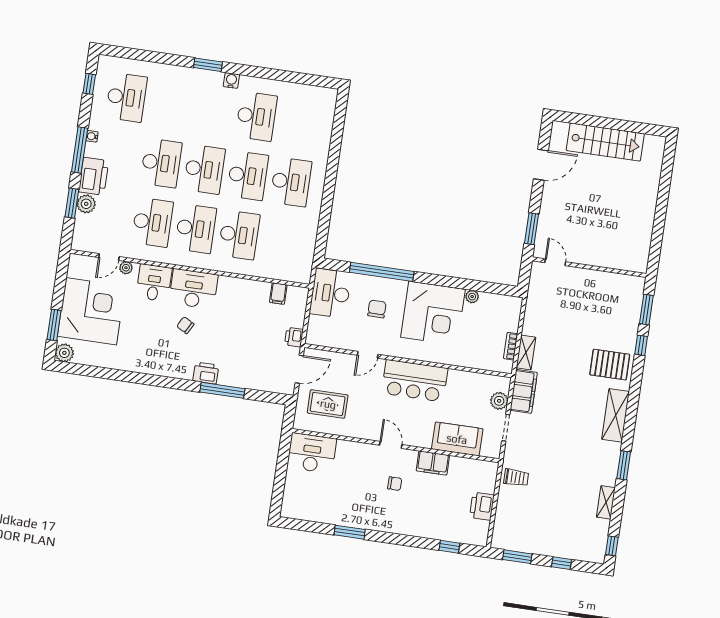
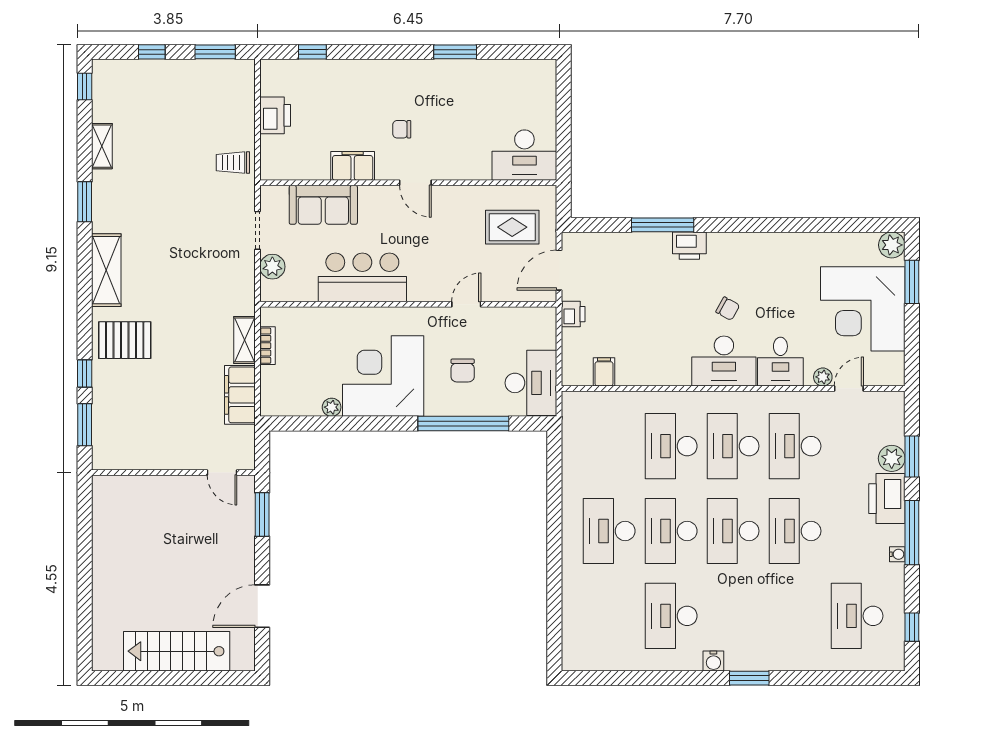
bar counter: (415, 381) -> (362, 277), moved
filing cabinet: (524, 391) -> (240, 395), moved

